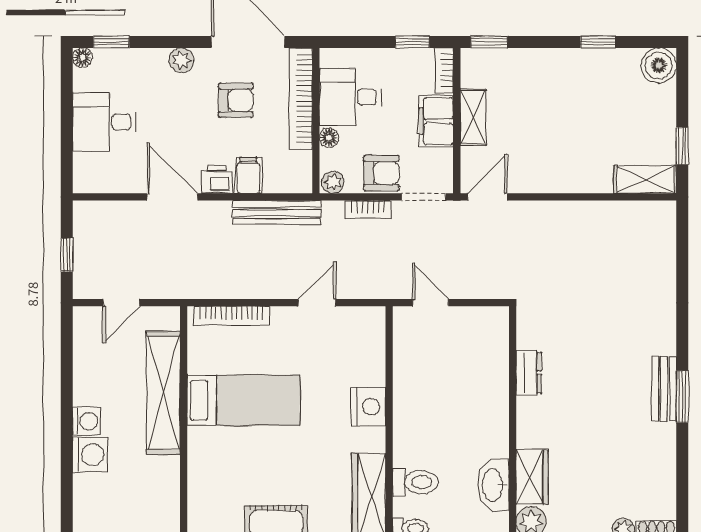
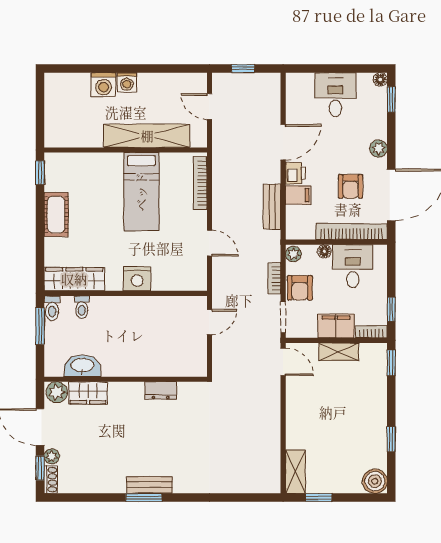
bench: (277, 213) -> (272, 207), width x0.73
toilet: (415, 482) -> (82, 307), width x0.73, depth x0.72

